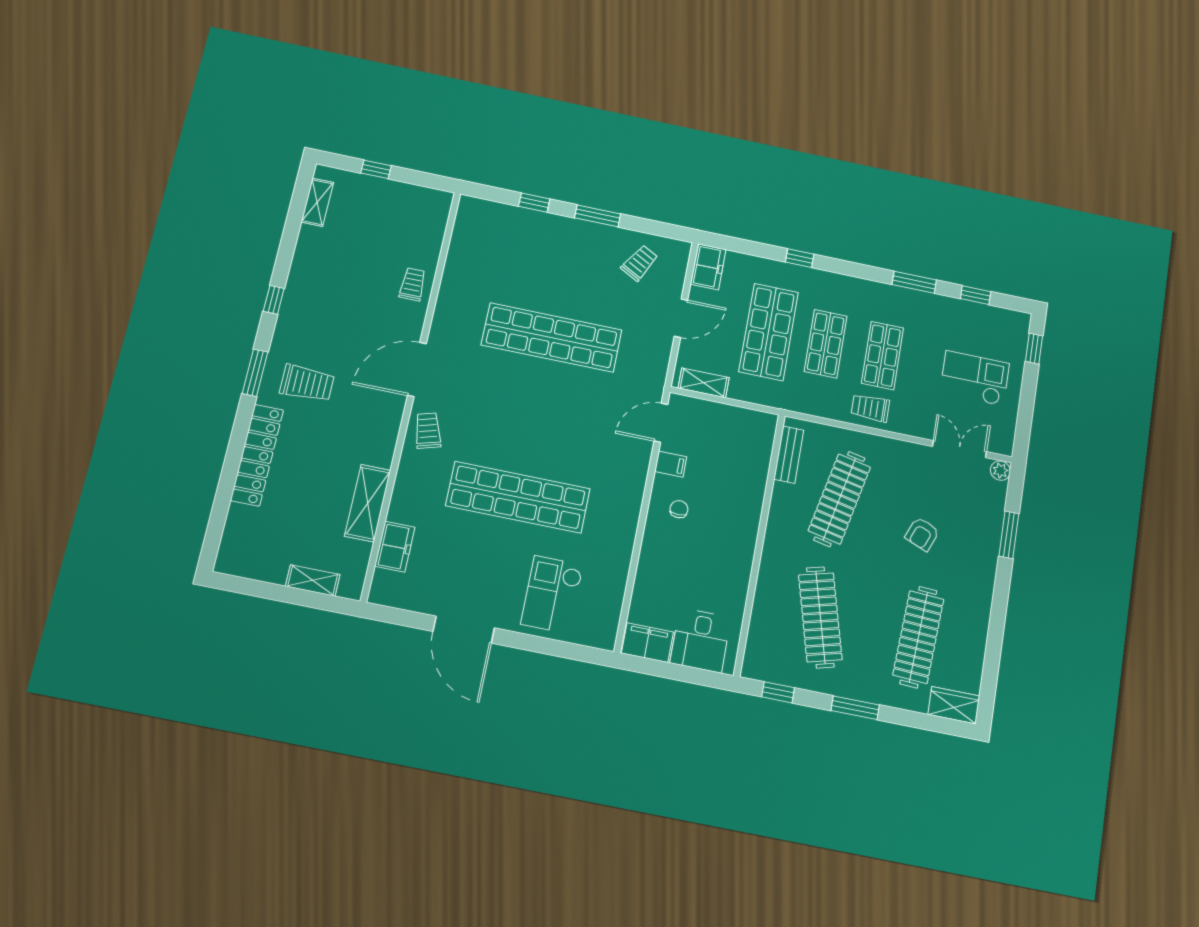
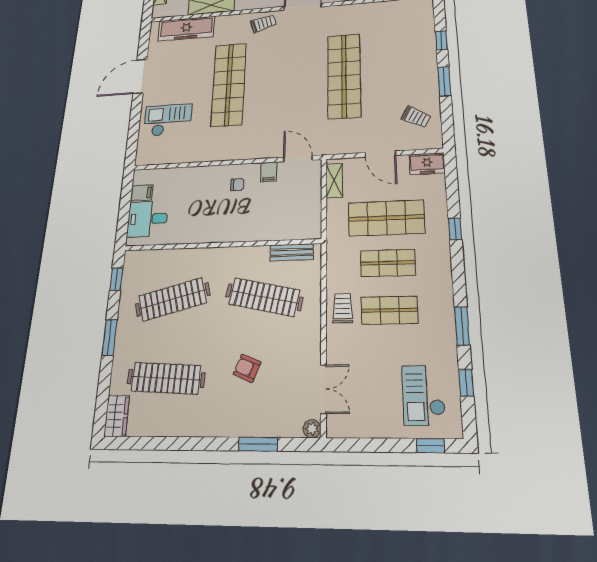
checkout: (975, 378) -> (423, 395), moved, turned 180
freezer: (395, 547) -> (186, 29), width x1.91, depth x1.26
filing cabinet: (647, 643) -> (142, 193), width x0.50

